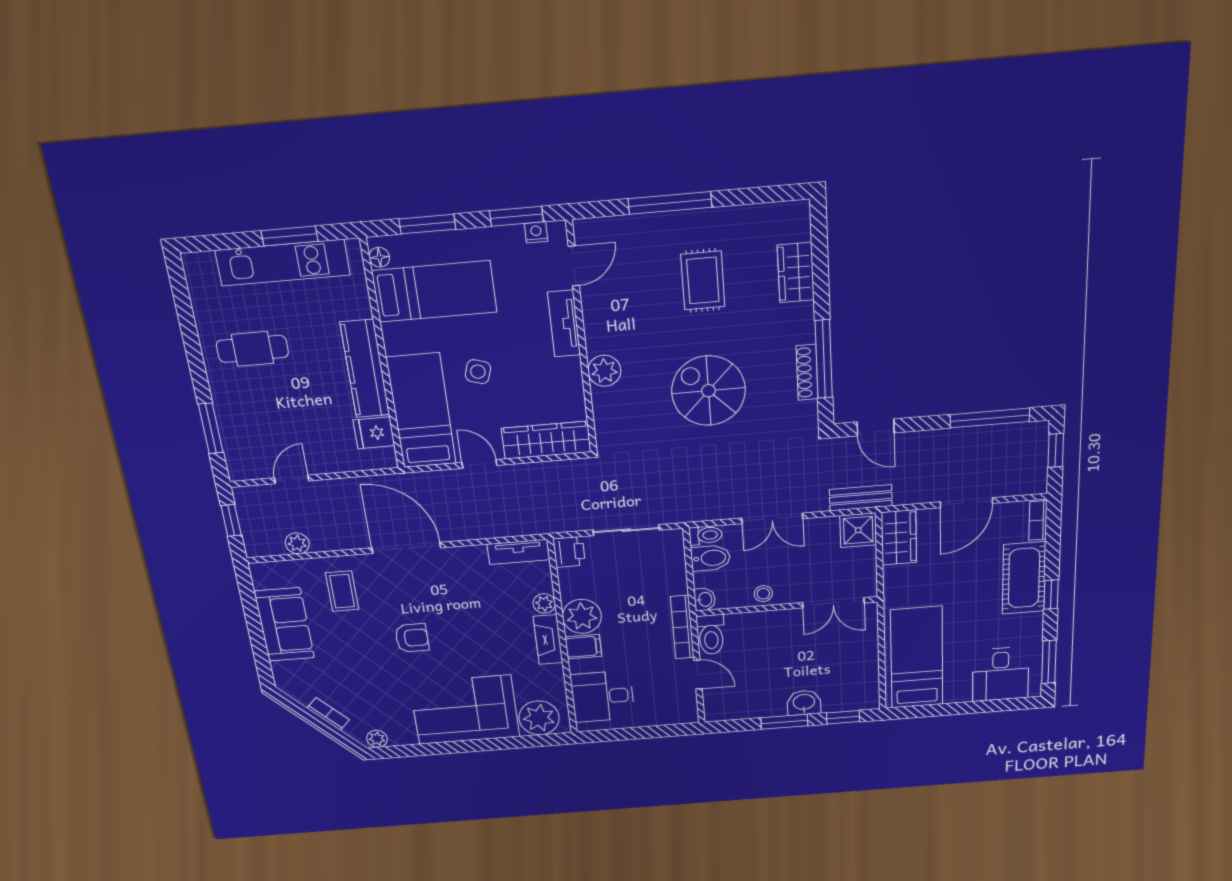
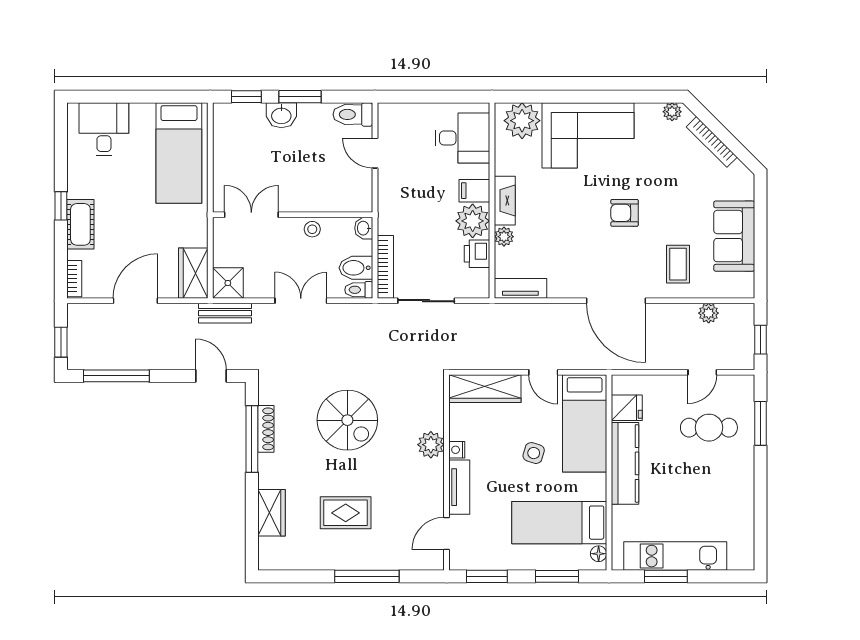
nightstand: (536, 232) -> (457, 450), moved, turned 90
rug: (703, 281) -> (346, 513), turned 90
cafe table: (252, 349) -> (709, 428), moved
printer: (569, 552) -> (477, 254), moved
cot: (1024, 578) -> (80, 224), width x0.73, depth x0.75
bookcase: (682, 627) -> (385, 267), moved
toilet: (711, 635) -> (353, 114), moved, turned -90
window: (1049, 662) -> (61, 138), removed
bookcase: (328, 714) -> (712, 142), width x1.56

